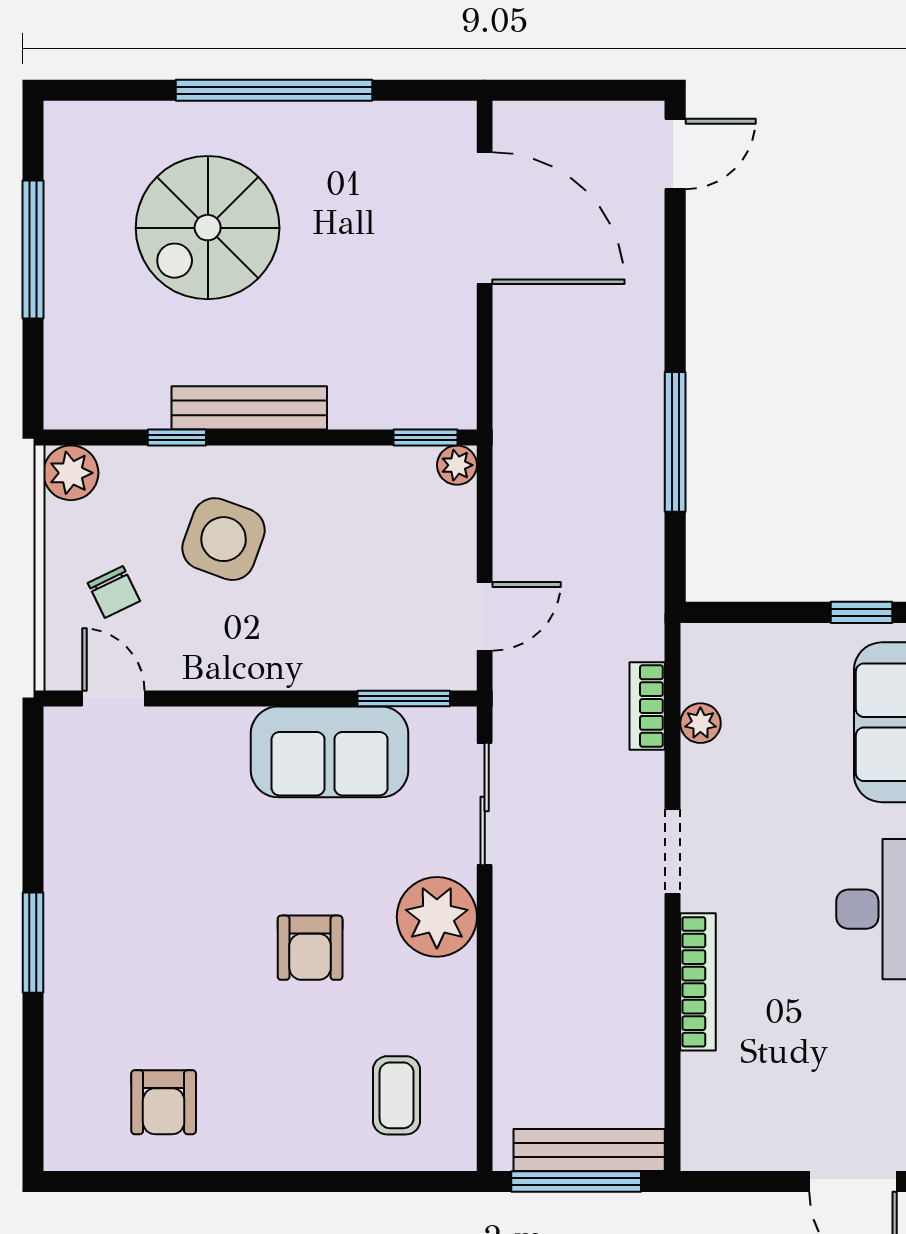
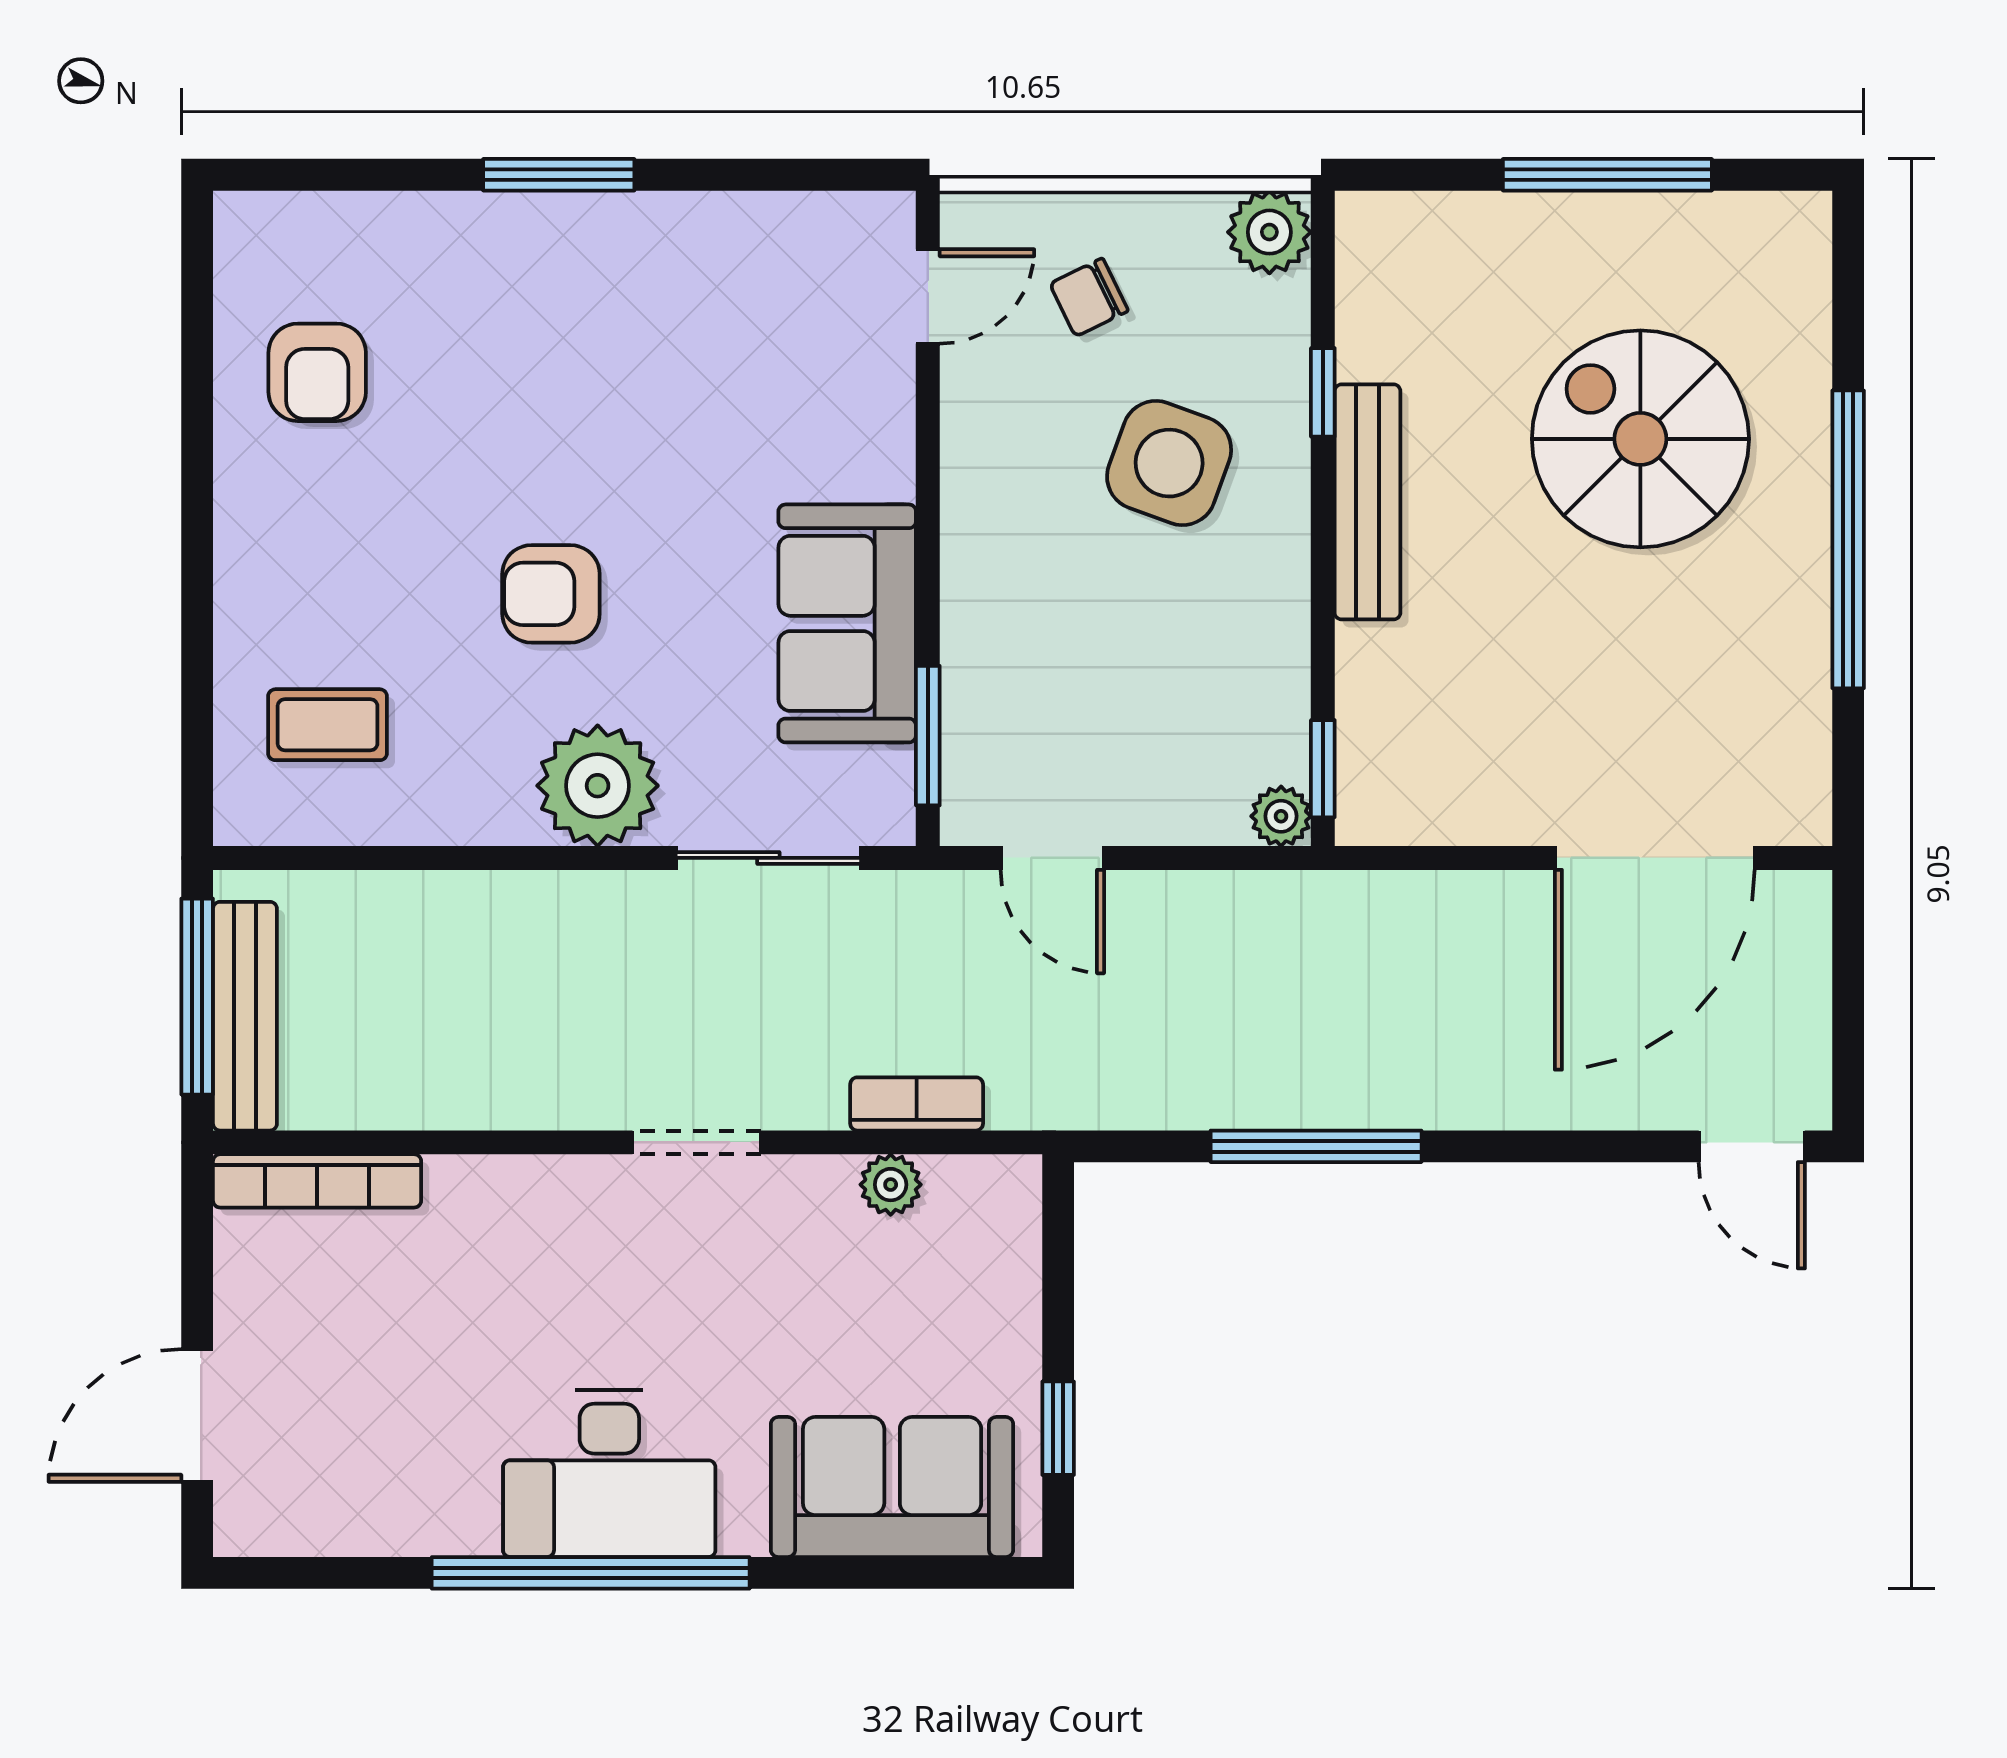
bookcase: (698, 982) -> (317, 1181), moved
armchair: (164, 1102) -> (317, 372), turned -90

